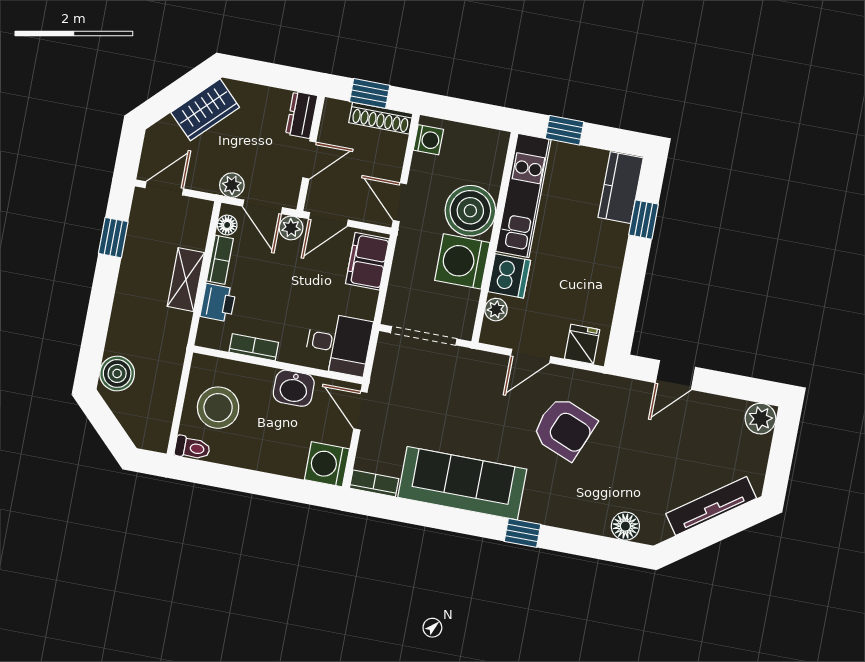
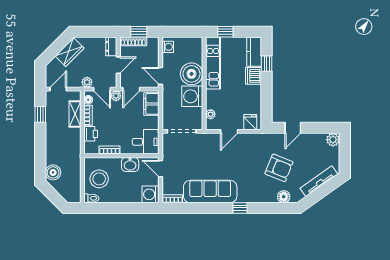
shoe rack: (381, 118) -> (133, 41), moved
dishwasher: (509, 276) -> (254, 76), moved, turned 180
shelving: (186, 280) -> (75, 114), moved
armchair: (564, 428) -> (279, 168), moved

